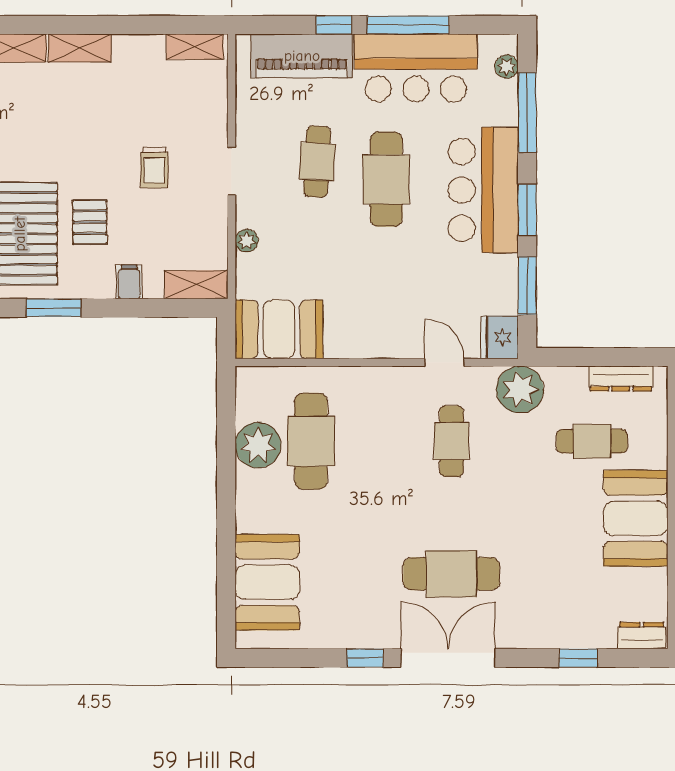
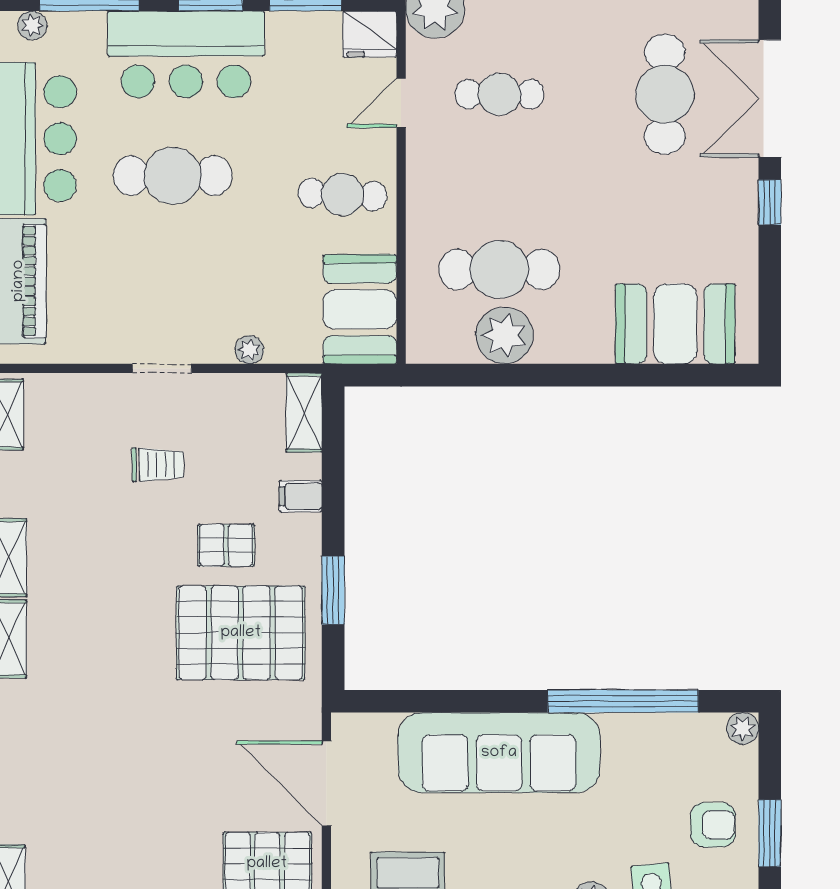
cafe table: (317, 162) -> (342, 195), moved

